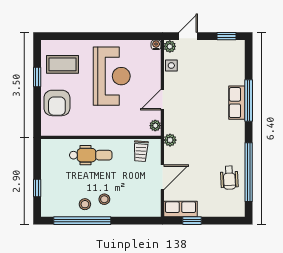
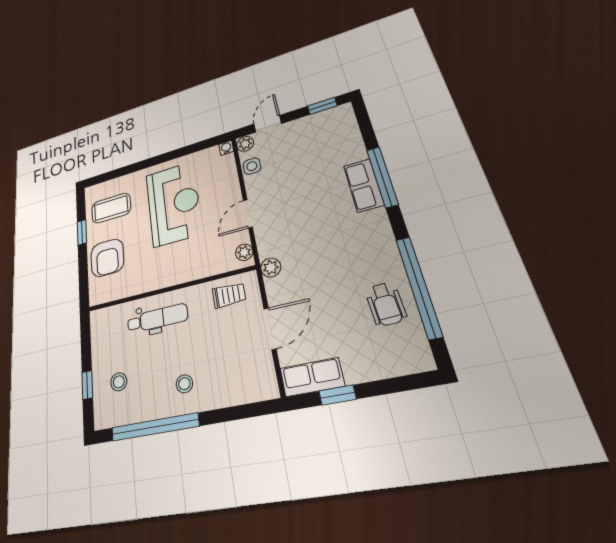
trolley: (141, 151) -> (229, 295), turned -94
stool: (85, 204) -> (119, 382), moved

